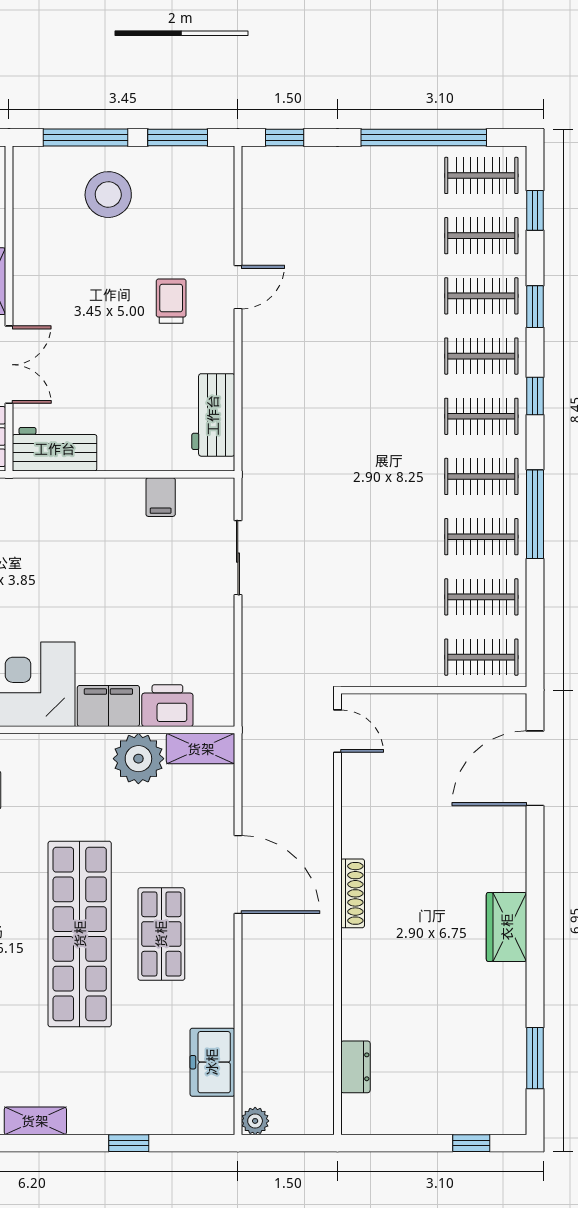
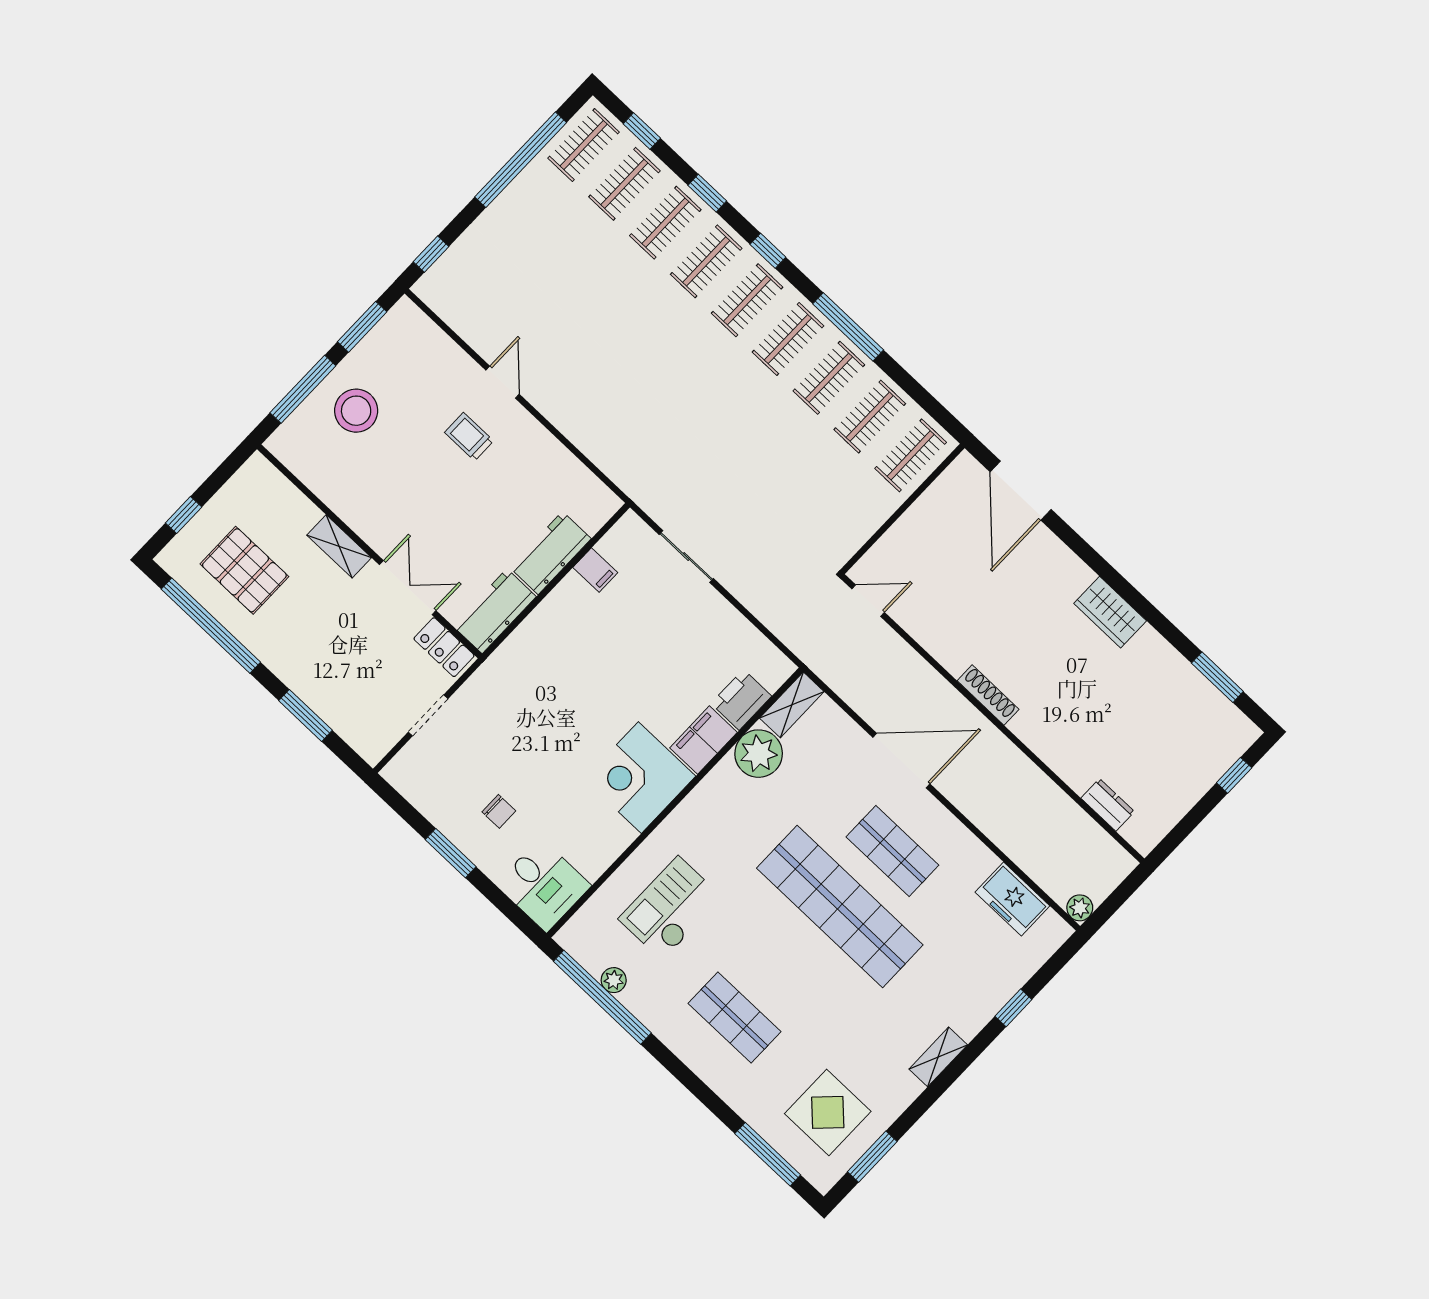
workbench: (213, 415) -> (550, 553), moved, turned 90

